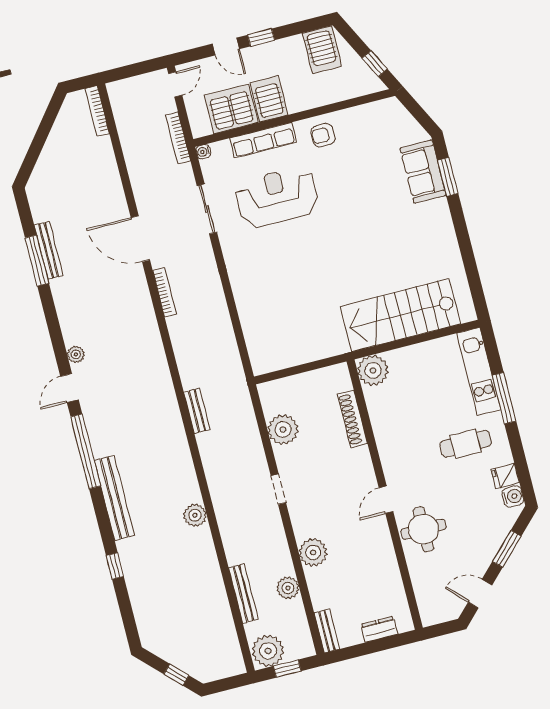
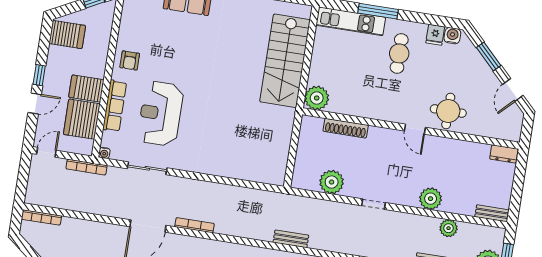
door: (175, 84) -> (46, 152), hinge flipped
dresser: (379, 629) -> (504, 154), moved, turned -90

